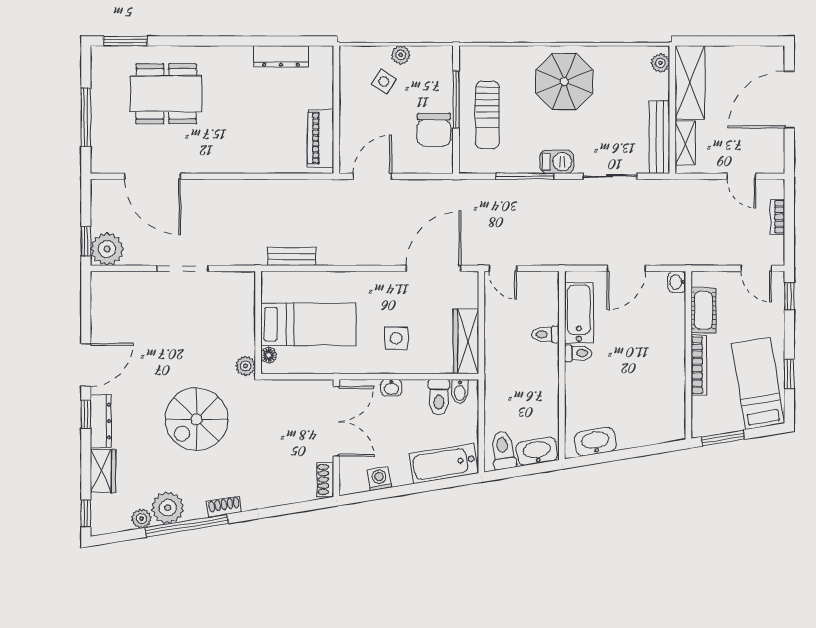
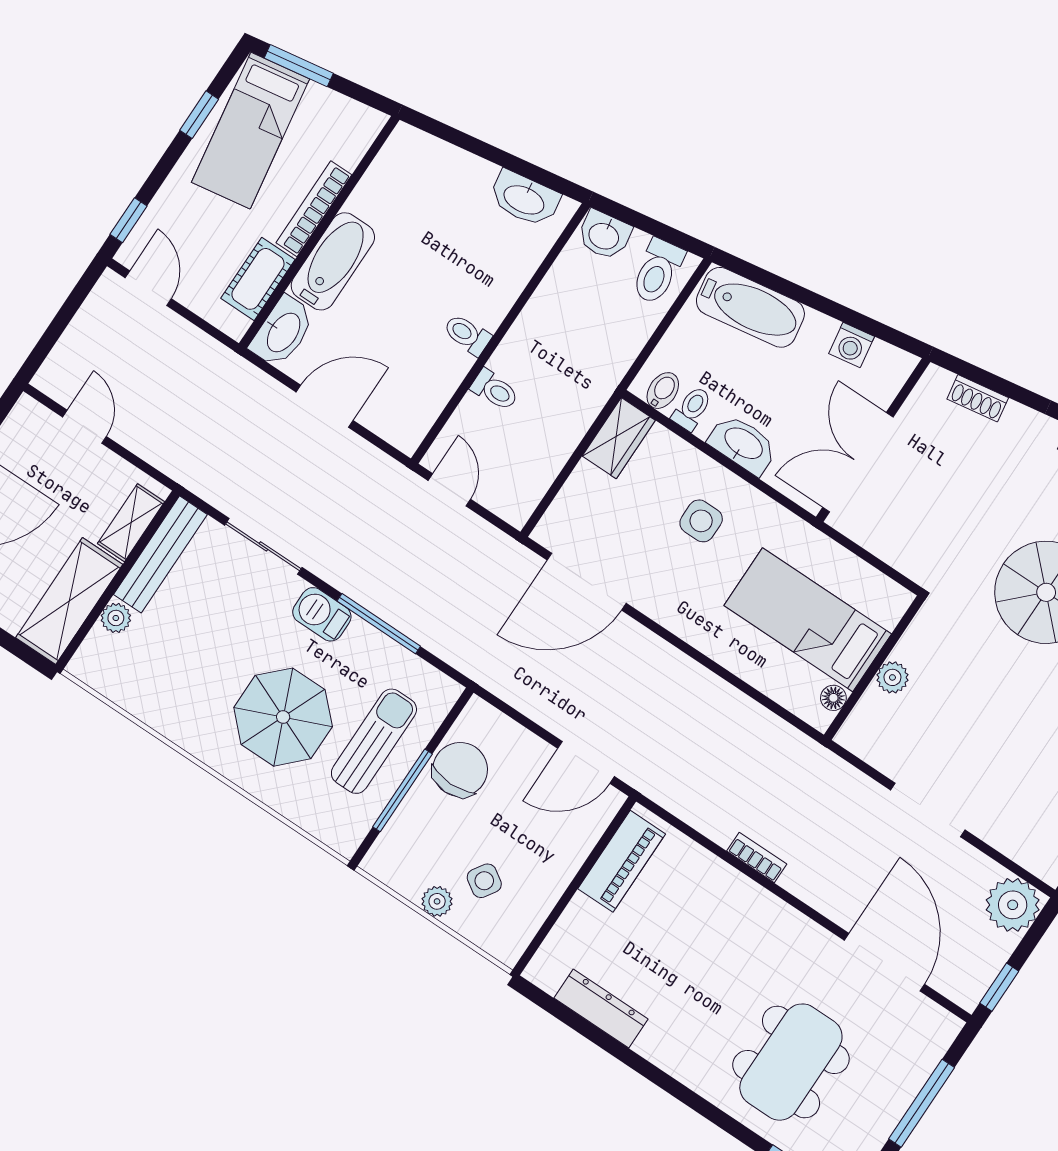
plant: (660, 63) -> (116, 618), moved
parasol: (564, 82) -> (283, 717), moved
dining table: (166, 94) -> (791, 1062), turned 90
bookcase: (778, 217) -> (757, 857), moved, turned -90
window: (86, 241) -> (999, 987), moved
bench: (292, 256) -> (769, 727), removed
door: (503, 268) -> (449, 490), moved
washbasin: (677, 282) -> (283, 332), width x1.91, depth x1.45
bathtub: (579, 313) -> (333, 261), moved, turned 180
wardrobe: (466, 341) -> (619, 438), width x0.67
floor lamp: (269, 355) -> (833, 698), moved
plant: (246, 366) -> (892, 677), moved
washbasin: (391, 388) -> (743, 444), width x1.91, depth x1.45
toilet: (439, 397) -> (692, 408), width x0.73, depth x0.72
window: (723, 438) -> (299, 66), moved
washbasin: (537, 451) -> (604, 235), width x0.72
shoe rack: (325, 480) -> (978, 398), moved, turned 81

